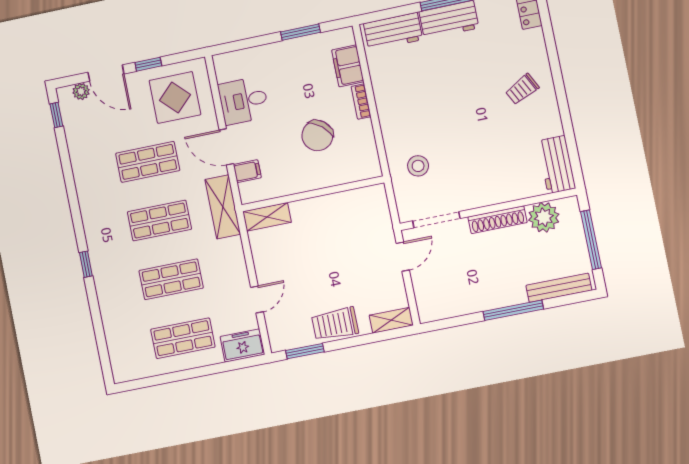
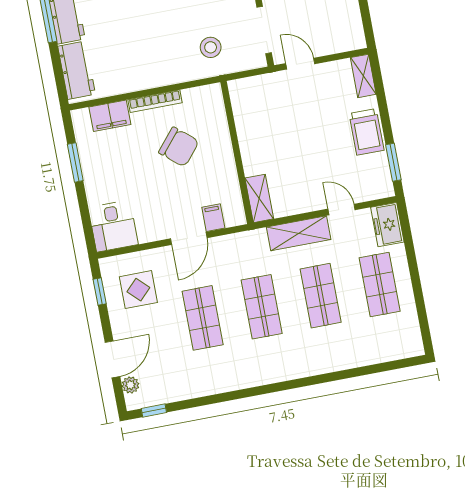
window: (148, 64) -> (100, 291), moved
display table: (175, 98) -> (138, 290), width x0.73, depth x0.73
desk: (244, 101) -> (113, 226), moved
bookcase: (361, 102) -> (155, 101), width x1.56
shelving: (223, 207) -> (299, 233), moved
window: (86, 264) -> (305, 382), removed

